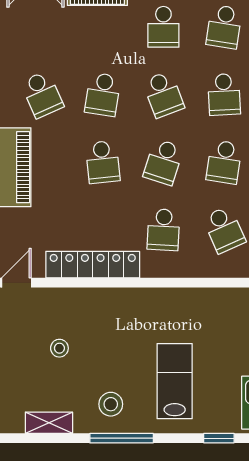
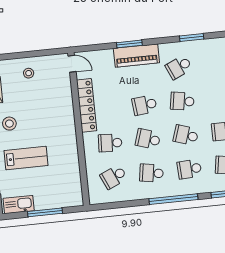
school desk: (163, 94) -> (186, 135), turned 39
stool: (59, 348) -> (29, 73), moved

